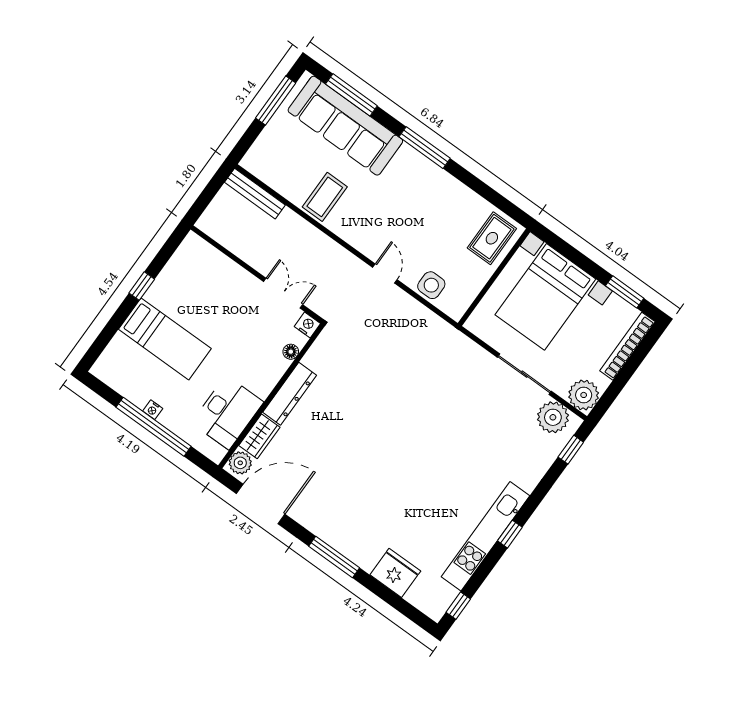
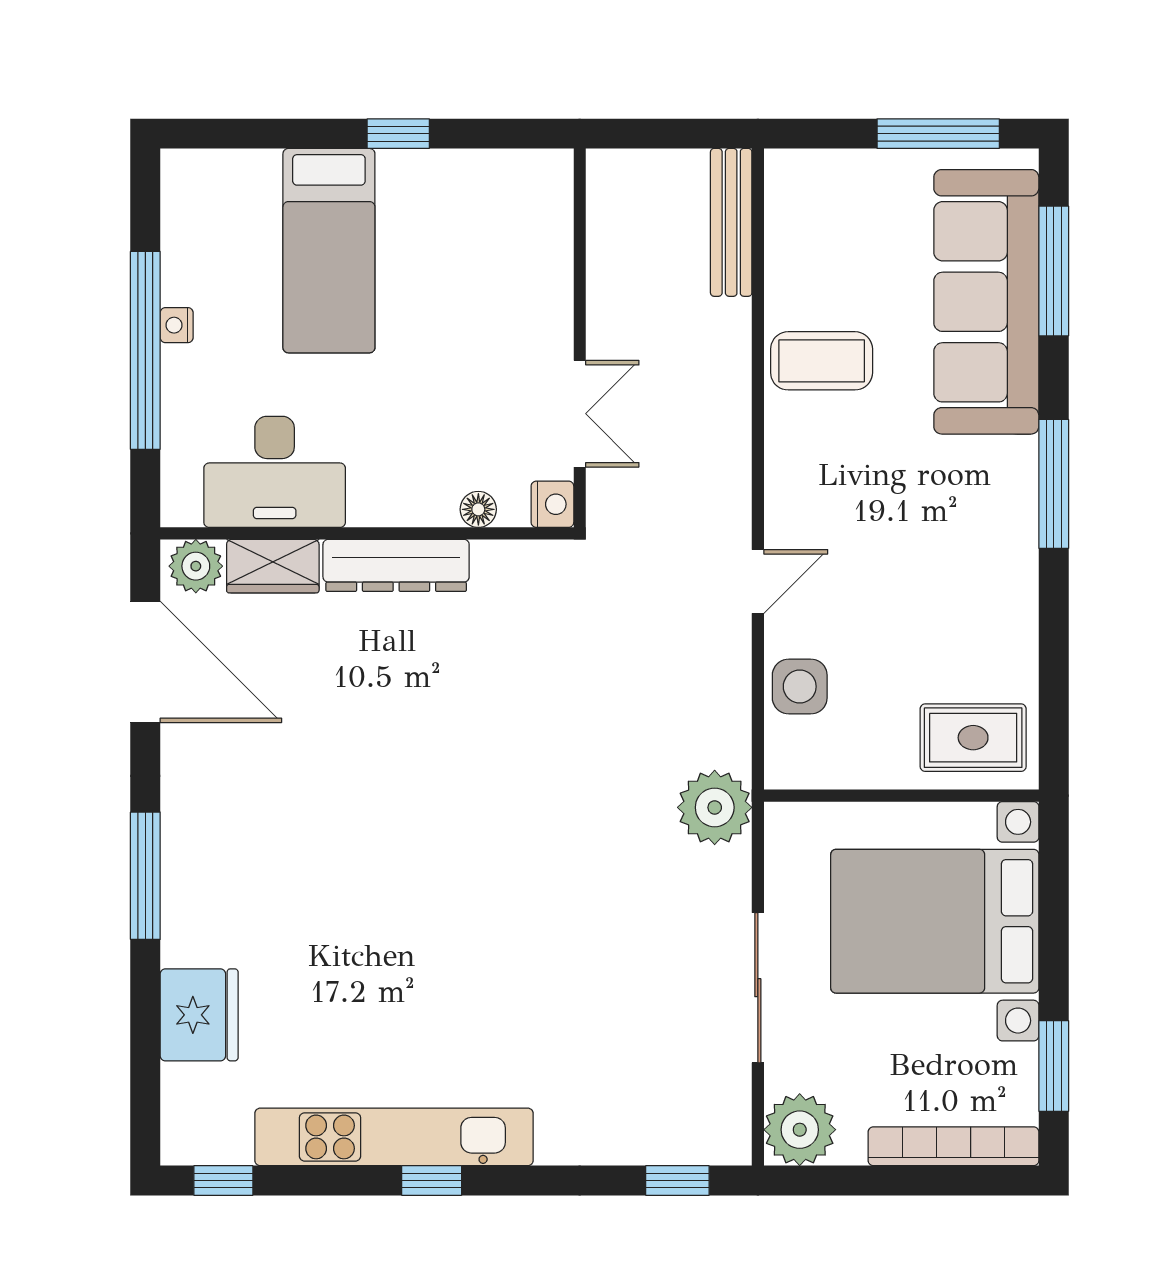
plant: (553, 417) -> (715, 807), moved

